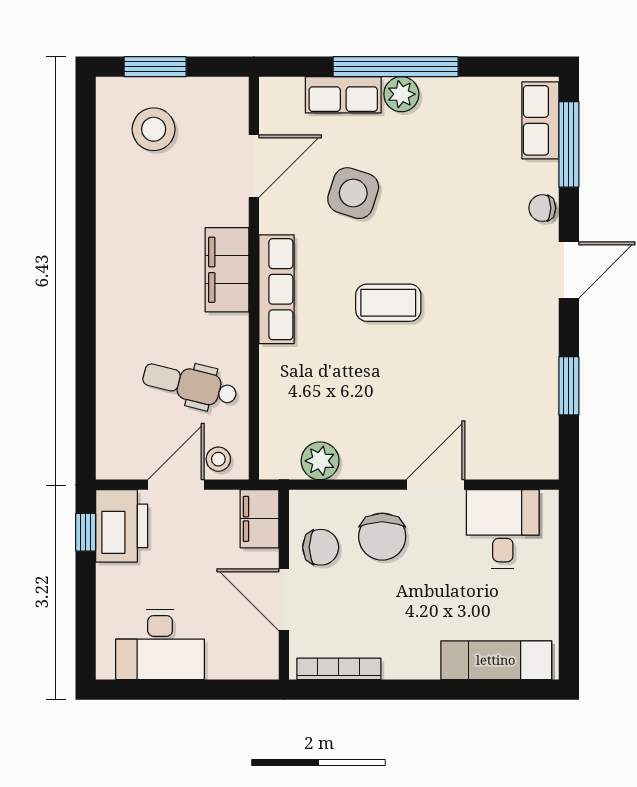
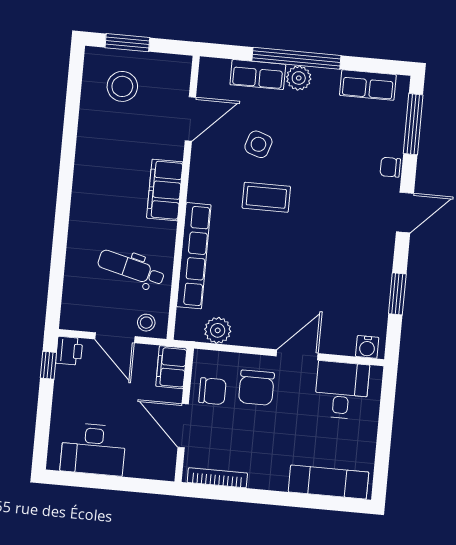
row of seats: (540, 120) -> (368, 85), moved, turned -90
side table: (353, 193) -> (258, 144), width x0.73, depth x0.73
row of seats: (277, 289) -> (194, 256), moved, width x1.36
coffee table: (388, 303) -> (266, 197), moved
water cooler: (533, 465) -> (367, 347), added
door: (176, 485) -> (115, 338), swing flipped
printer: (122, 526) -> (69, 351), width x0.53, depth x0.68

